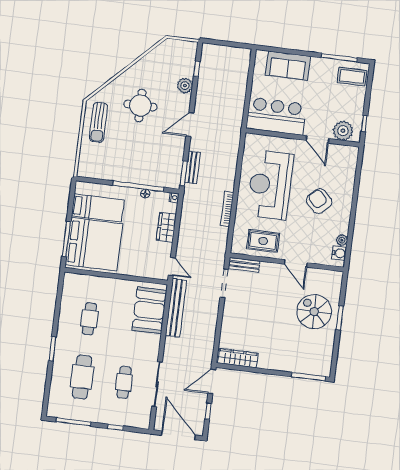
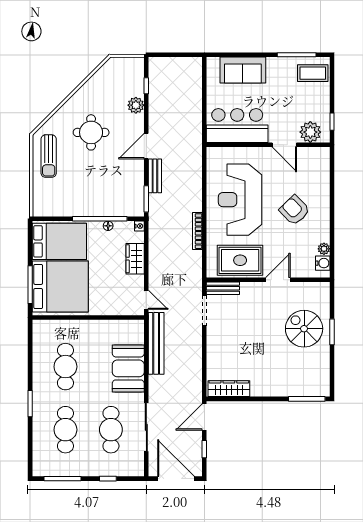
bench: (192, 167) -> (155, 176), moved
bed: (98, 208) -> (59, 241), width x1.50
rug: (263, 241) -> (240, 260), width x1.36, depth x1.43
door: (296, 263) -> (278, 280), swing flipped
booth: (149, 310) -> (128, 368), moved
cafe table: (89, 319) -> (65, 367), width x1.37, depth x1.35
cafe table: (124, 382) -> (111, 430), width x1.37, depth x1.35

